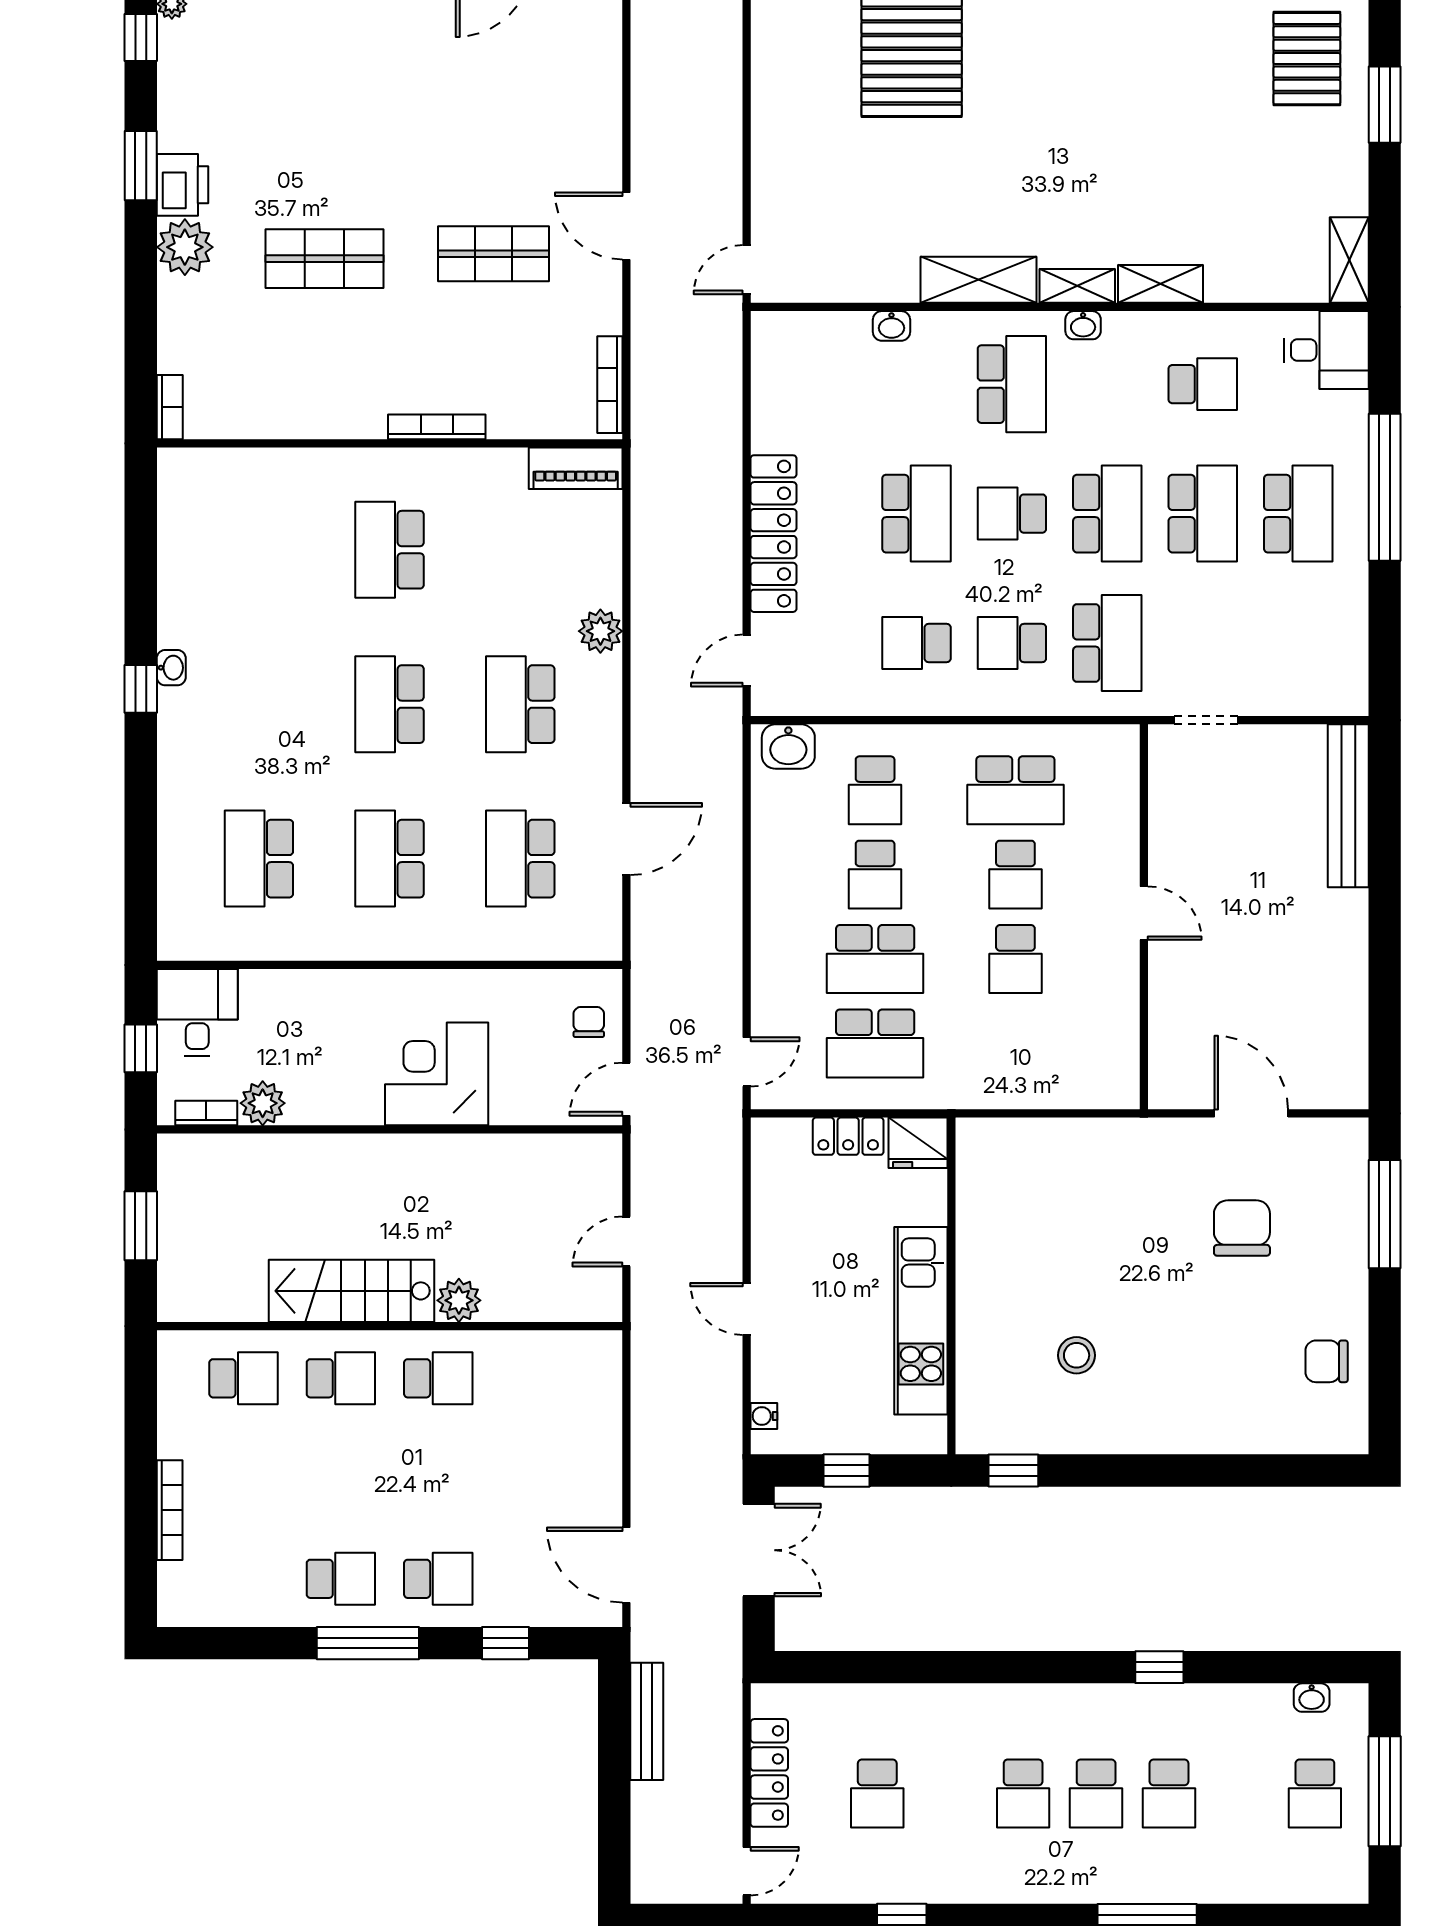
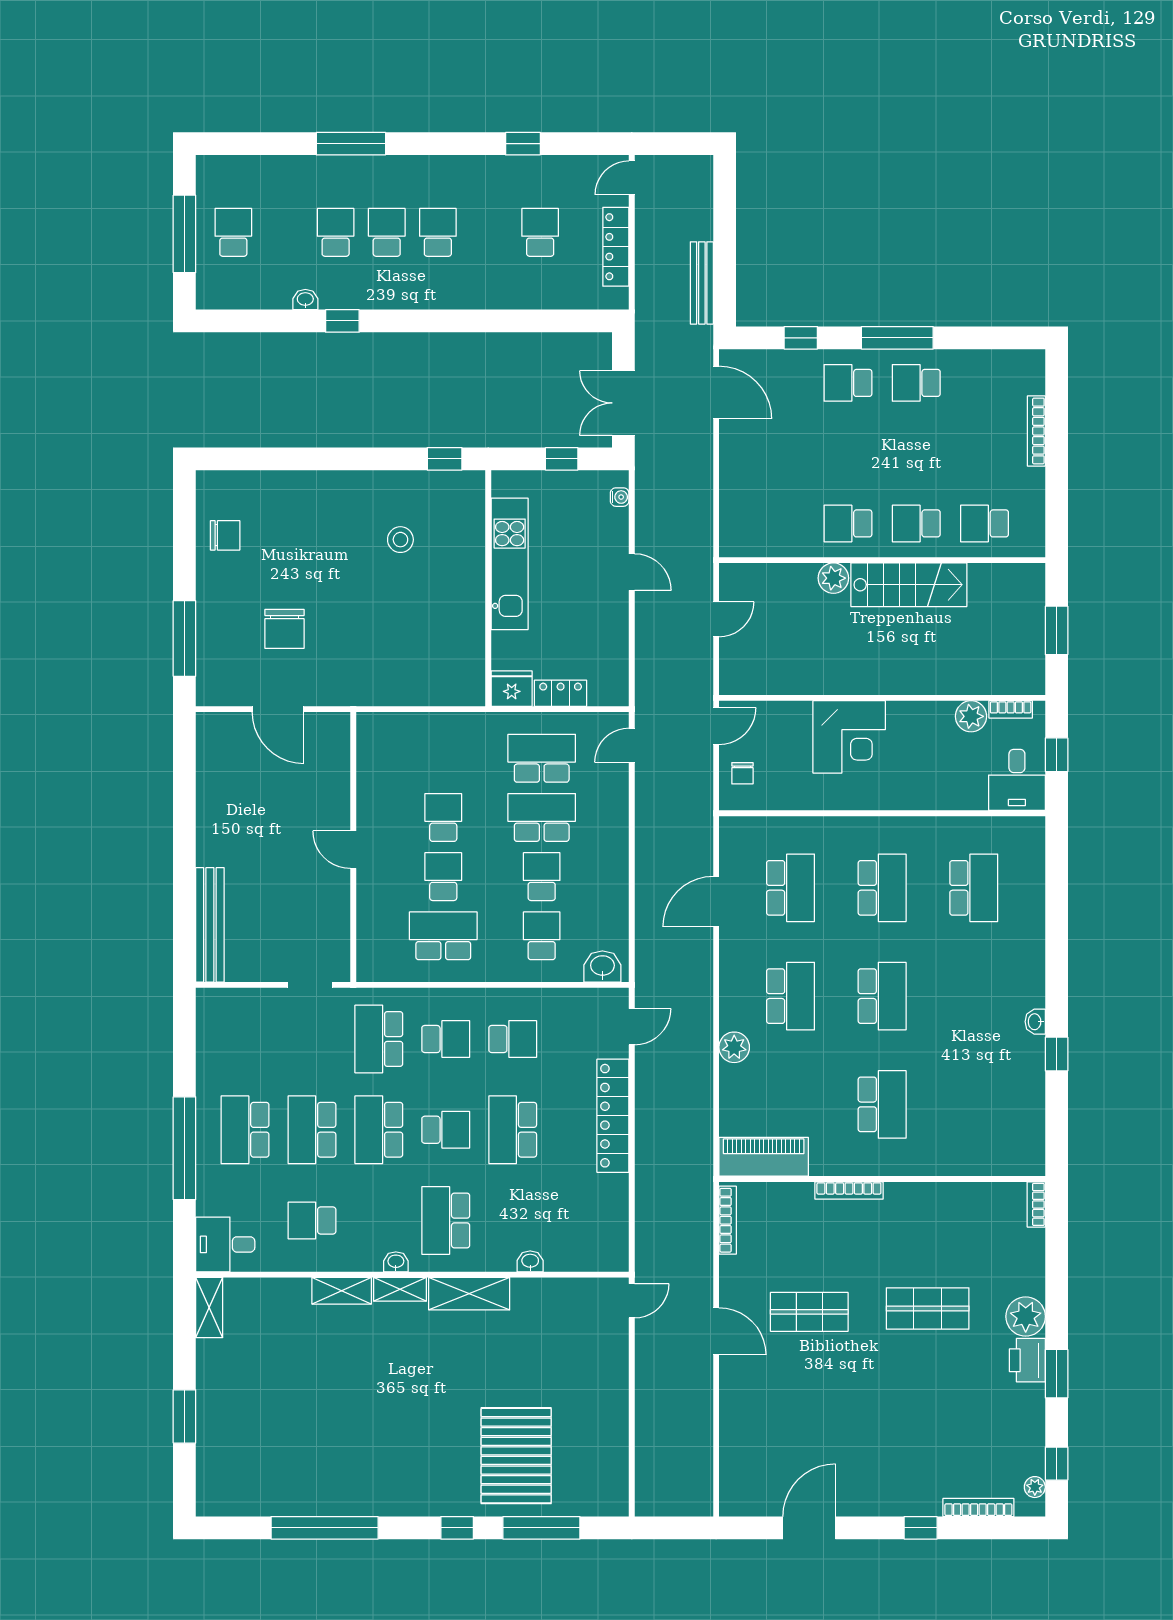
pallet: (1307, 59) -> (239, 1449), removed
piano: (576, 468) -> (764, 1157), width x1.37, depth x1.33
window: (141, 689) -> (1057, 1054), moved
washbasin: (1312, 1698) -> (305, 300), moved

